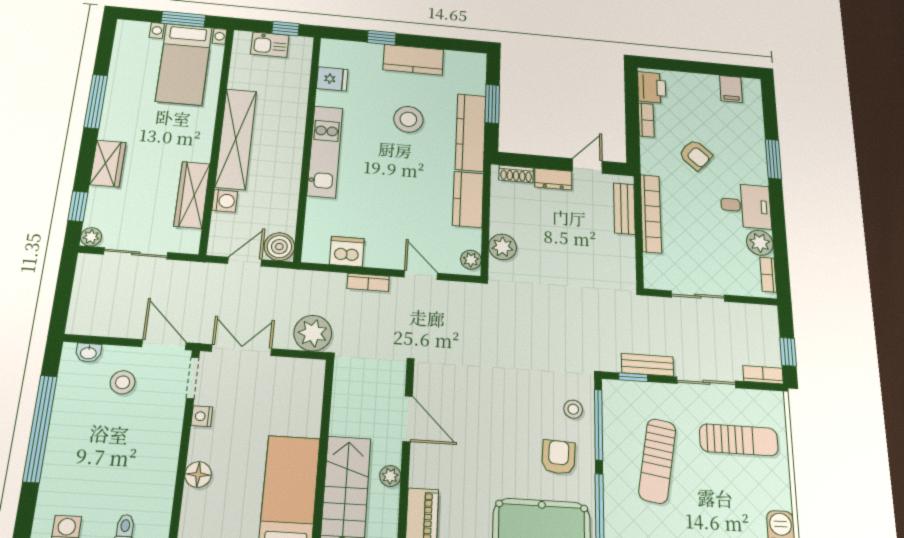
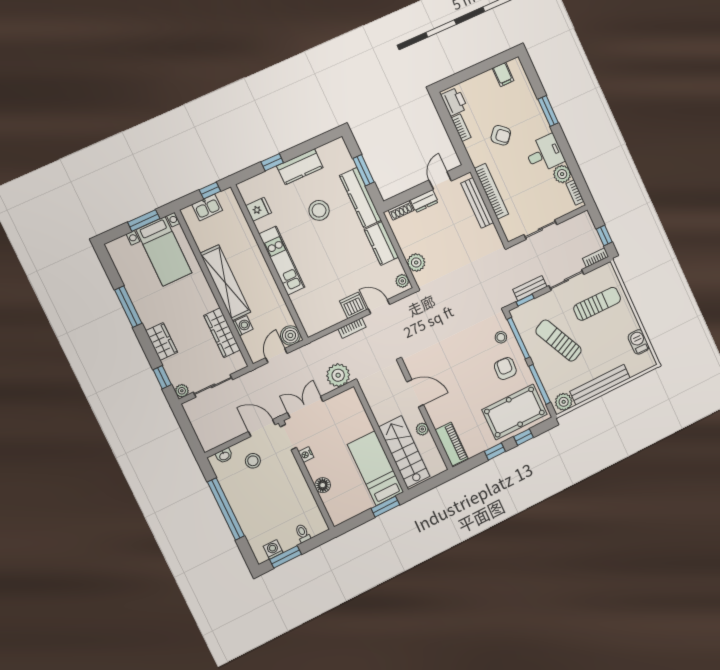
bench: (624, 209) -> (477, 203), width x1.36
dishwasher: (347, 252) -> (353, 305), moved
sun lounger: (657, 461) -> (559, 341), turned 145

